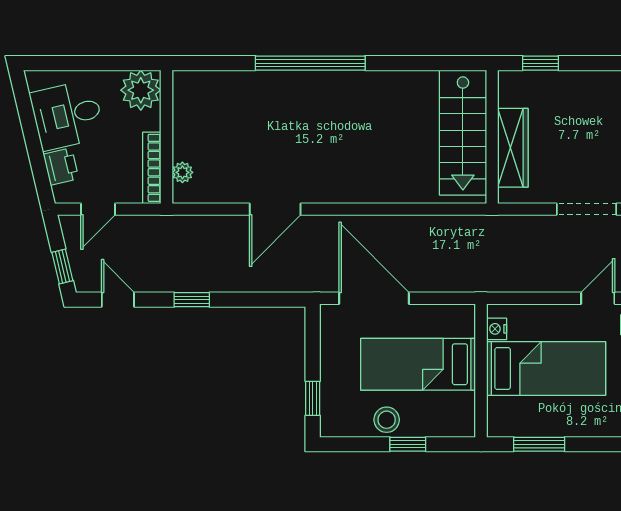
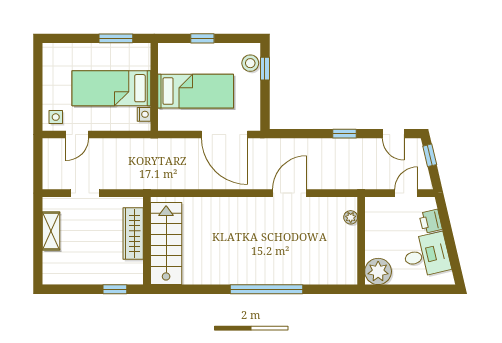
bookcase: (152, 168) -> (371, 220), removed
doorway: (587, 209) -> (85, 193), width x0.73
stool: (387, 420) -> (250, 63), moved

